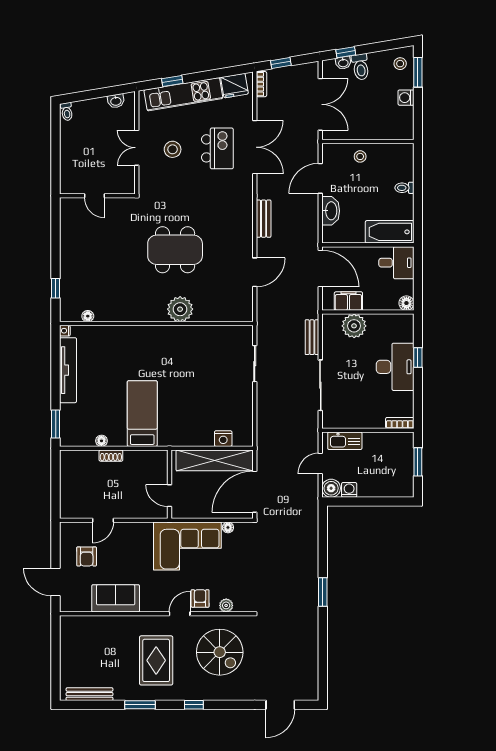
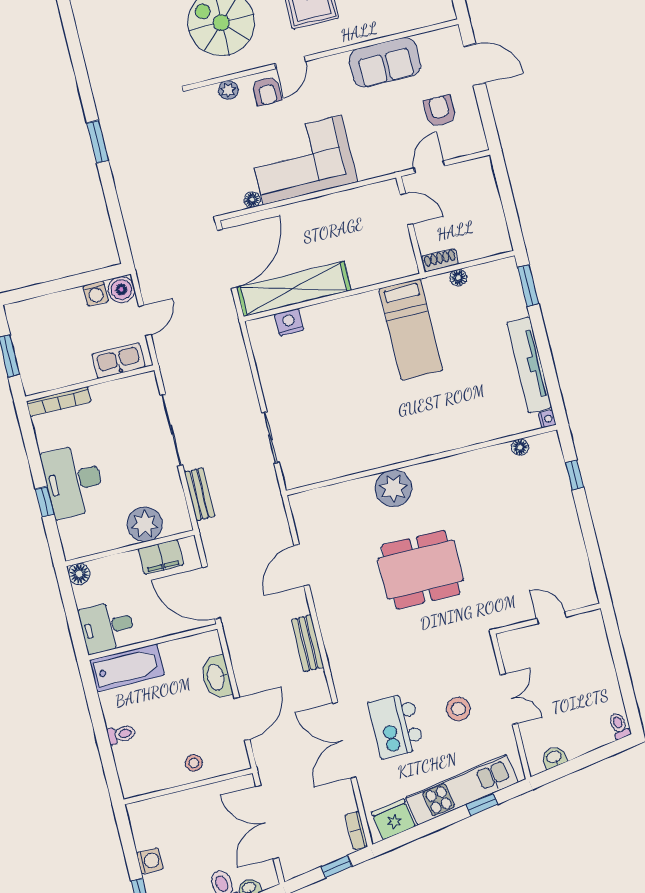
bookcase: (400, 423) -> (59, 402), width x1.56
wall: (169, 484) -> (410, 225), moved
door: (169, 496) -> (407, 209), moved

